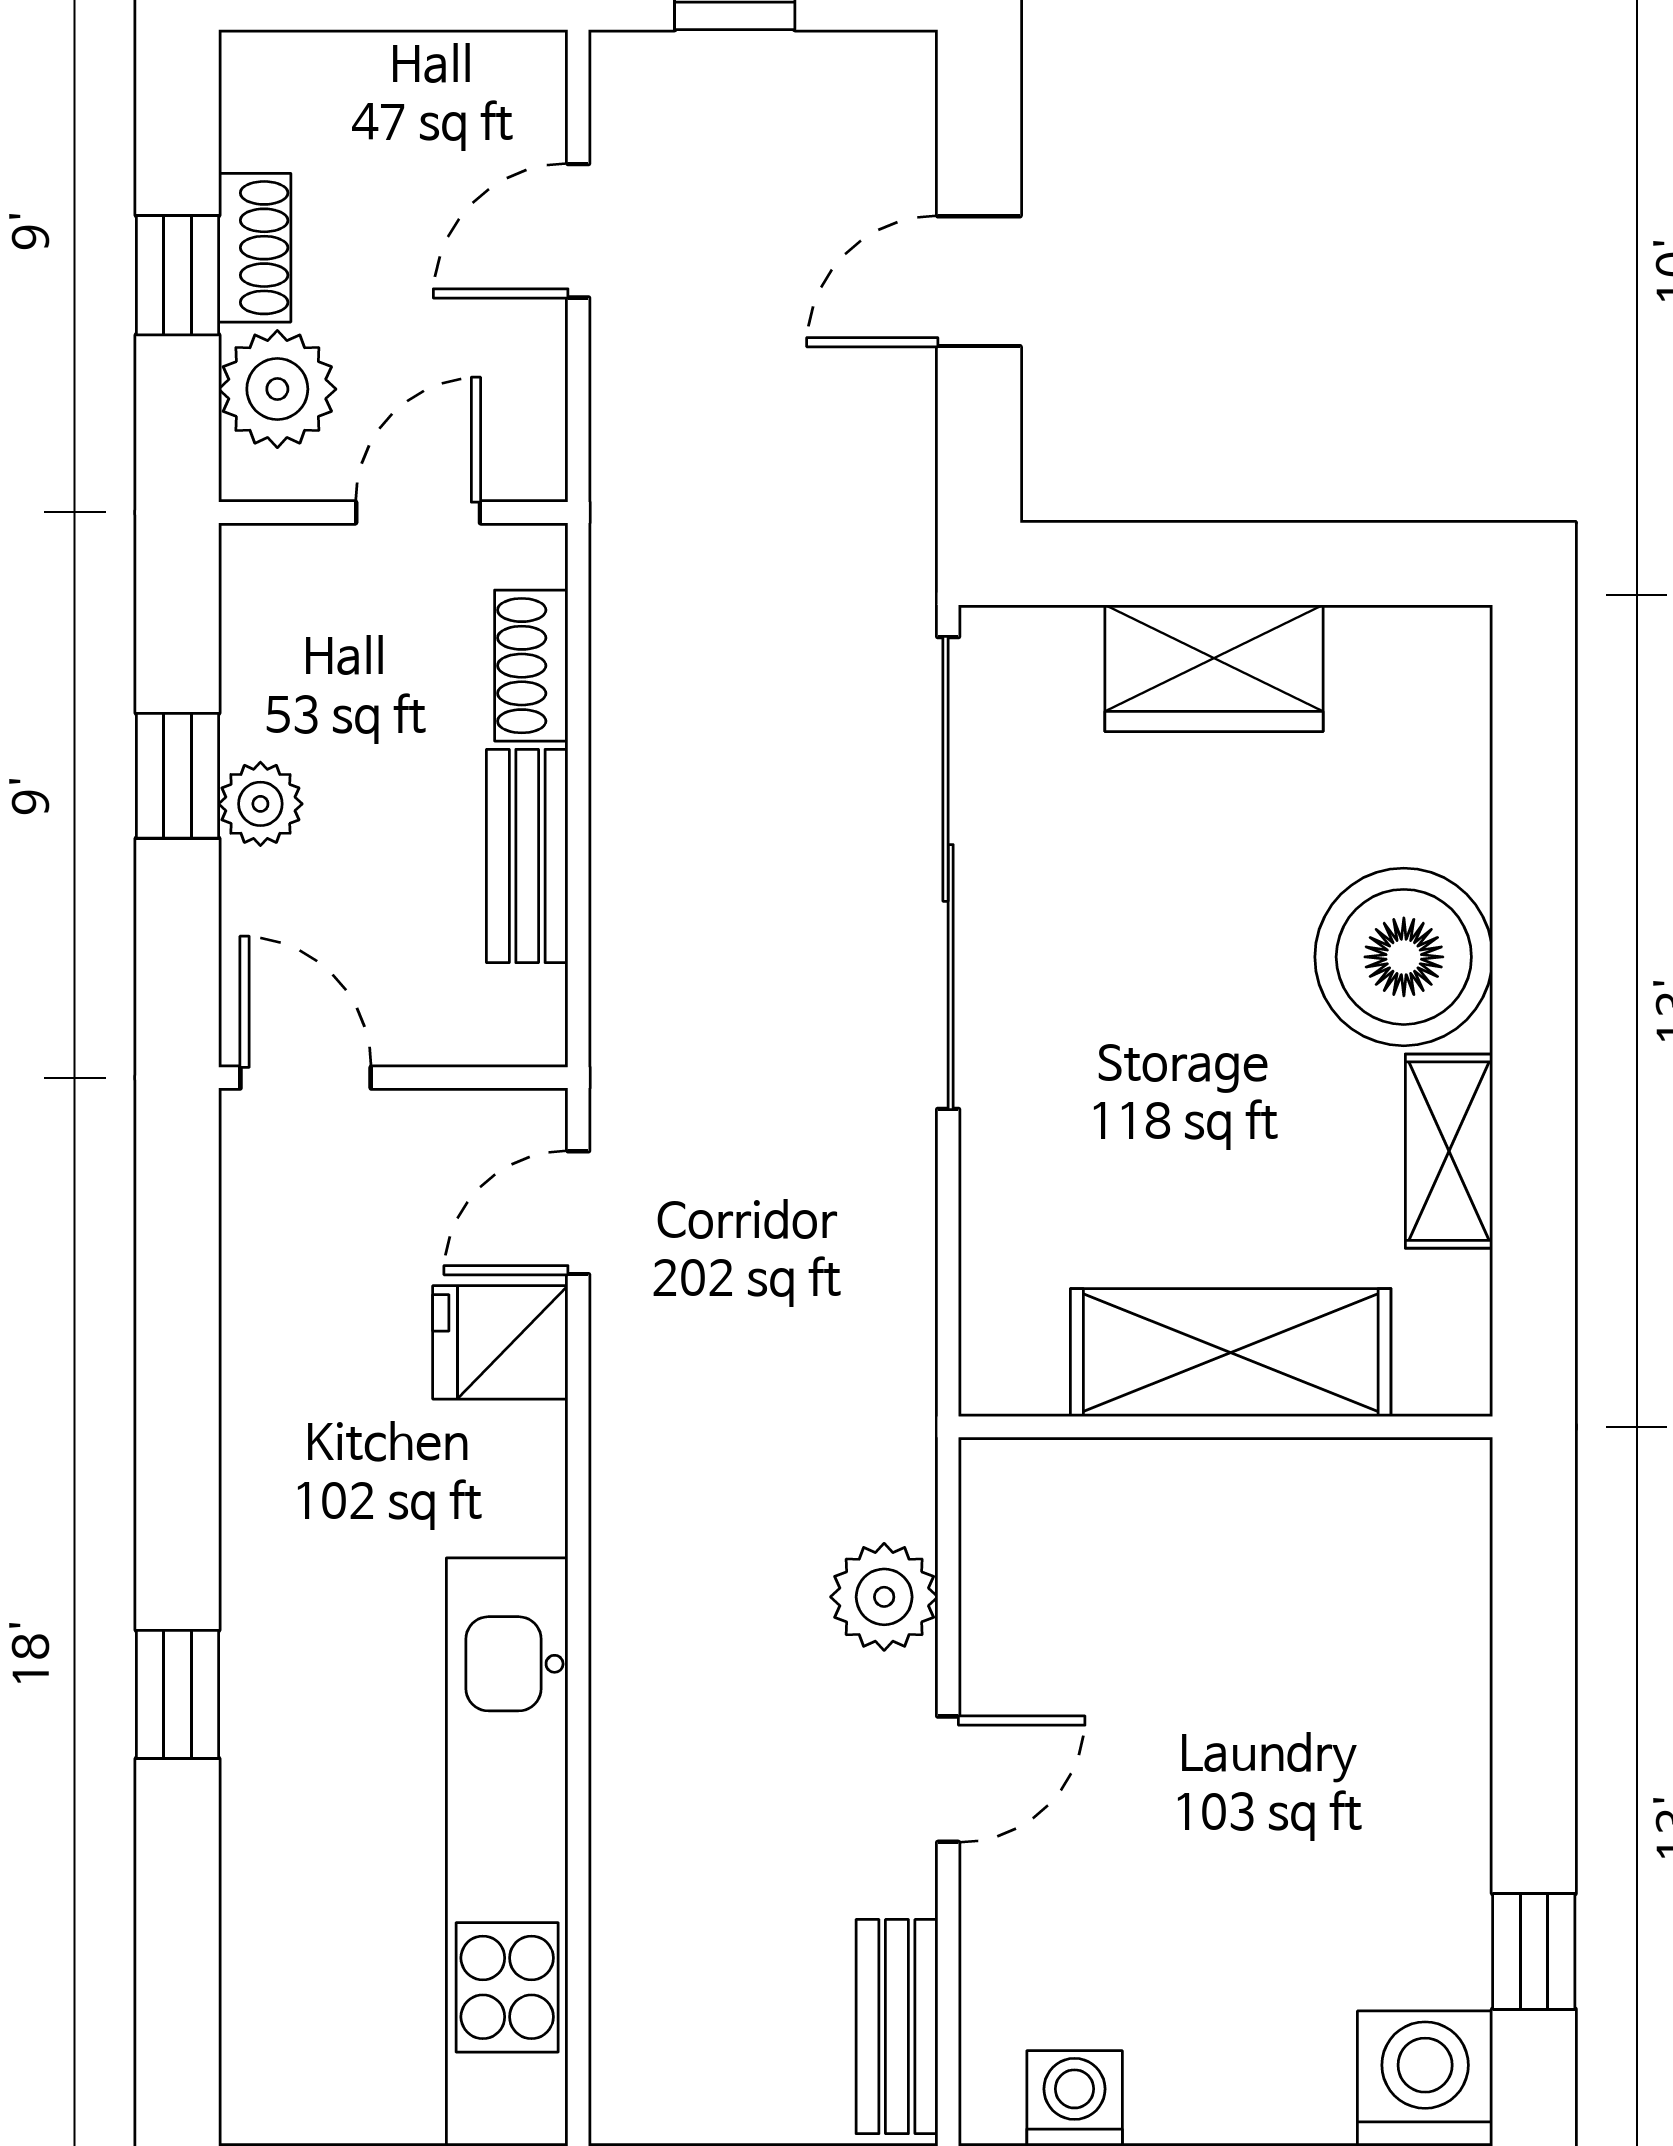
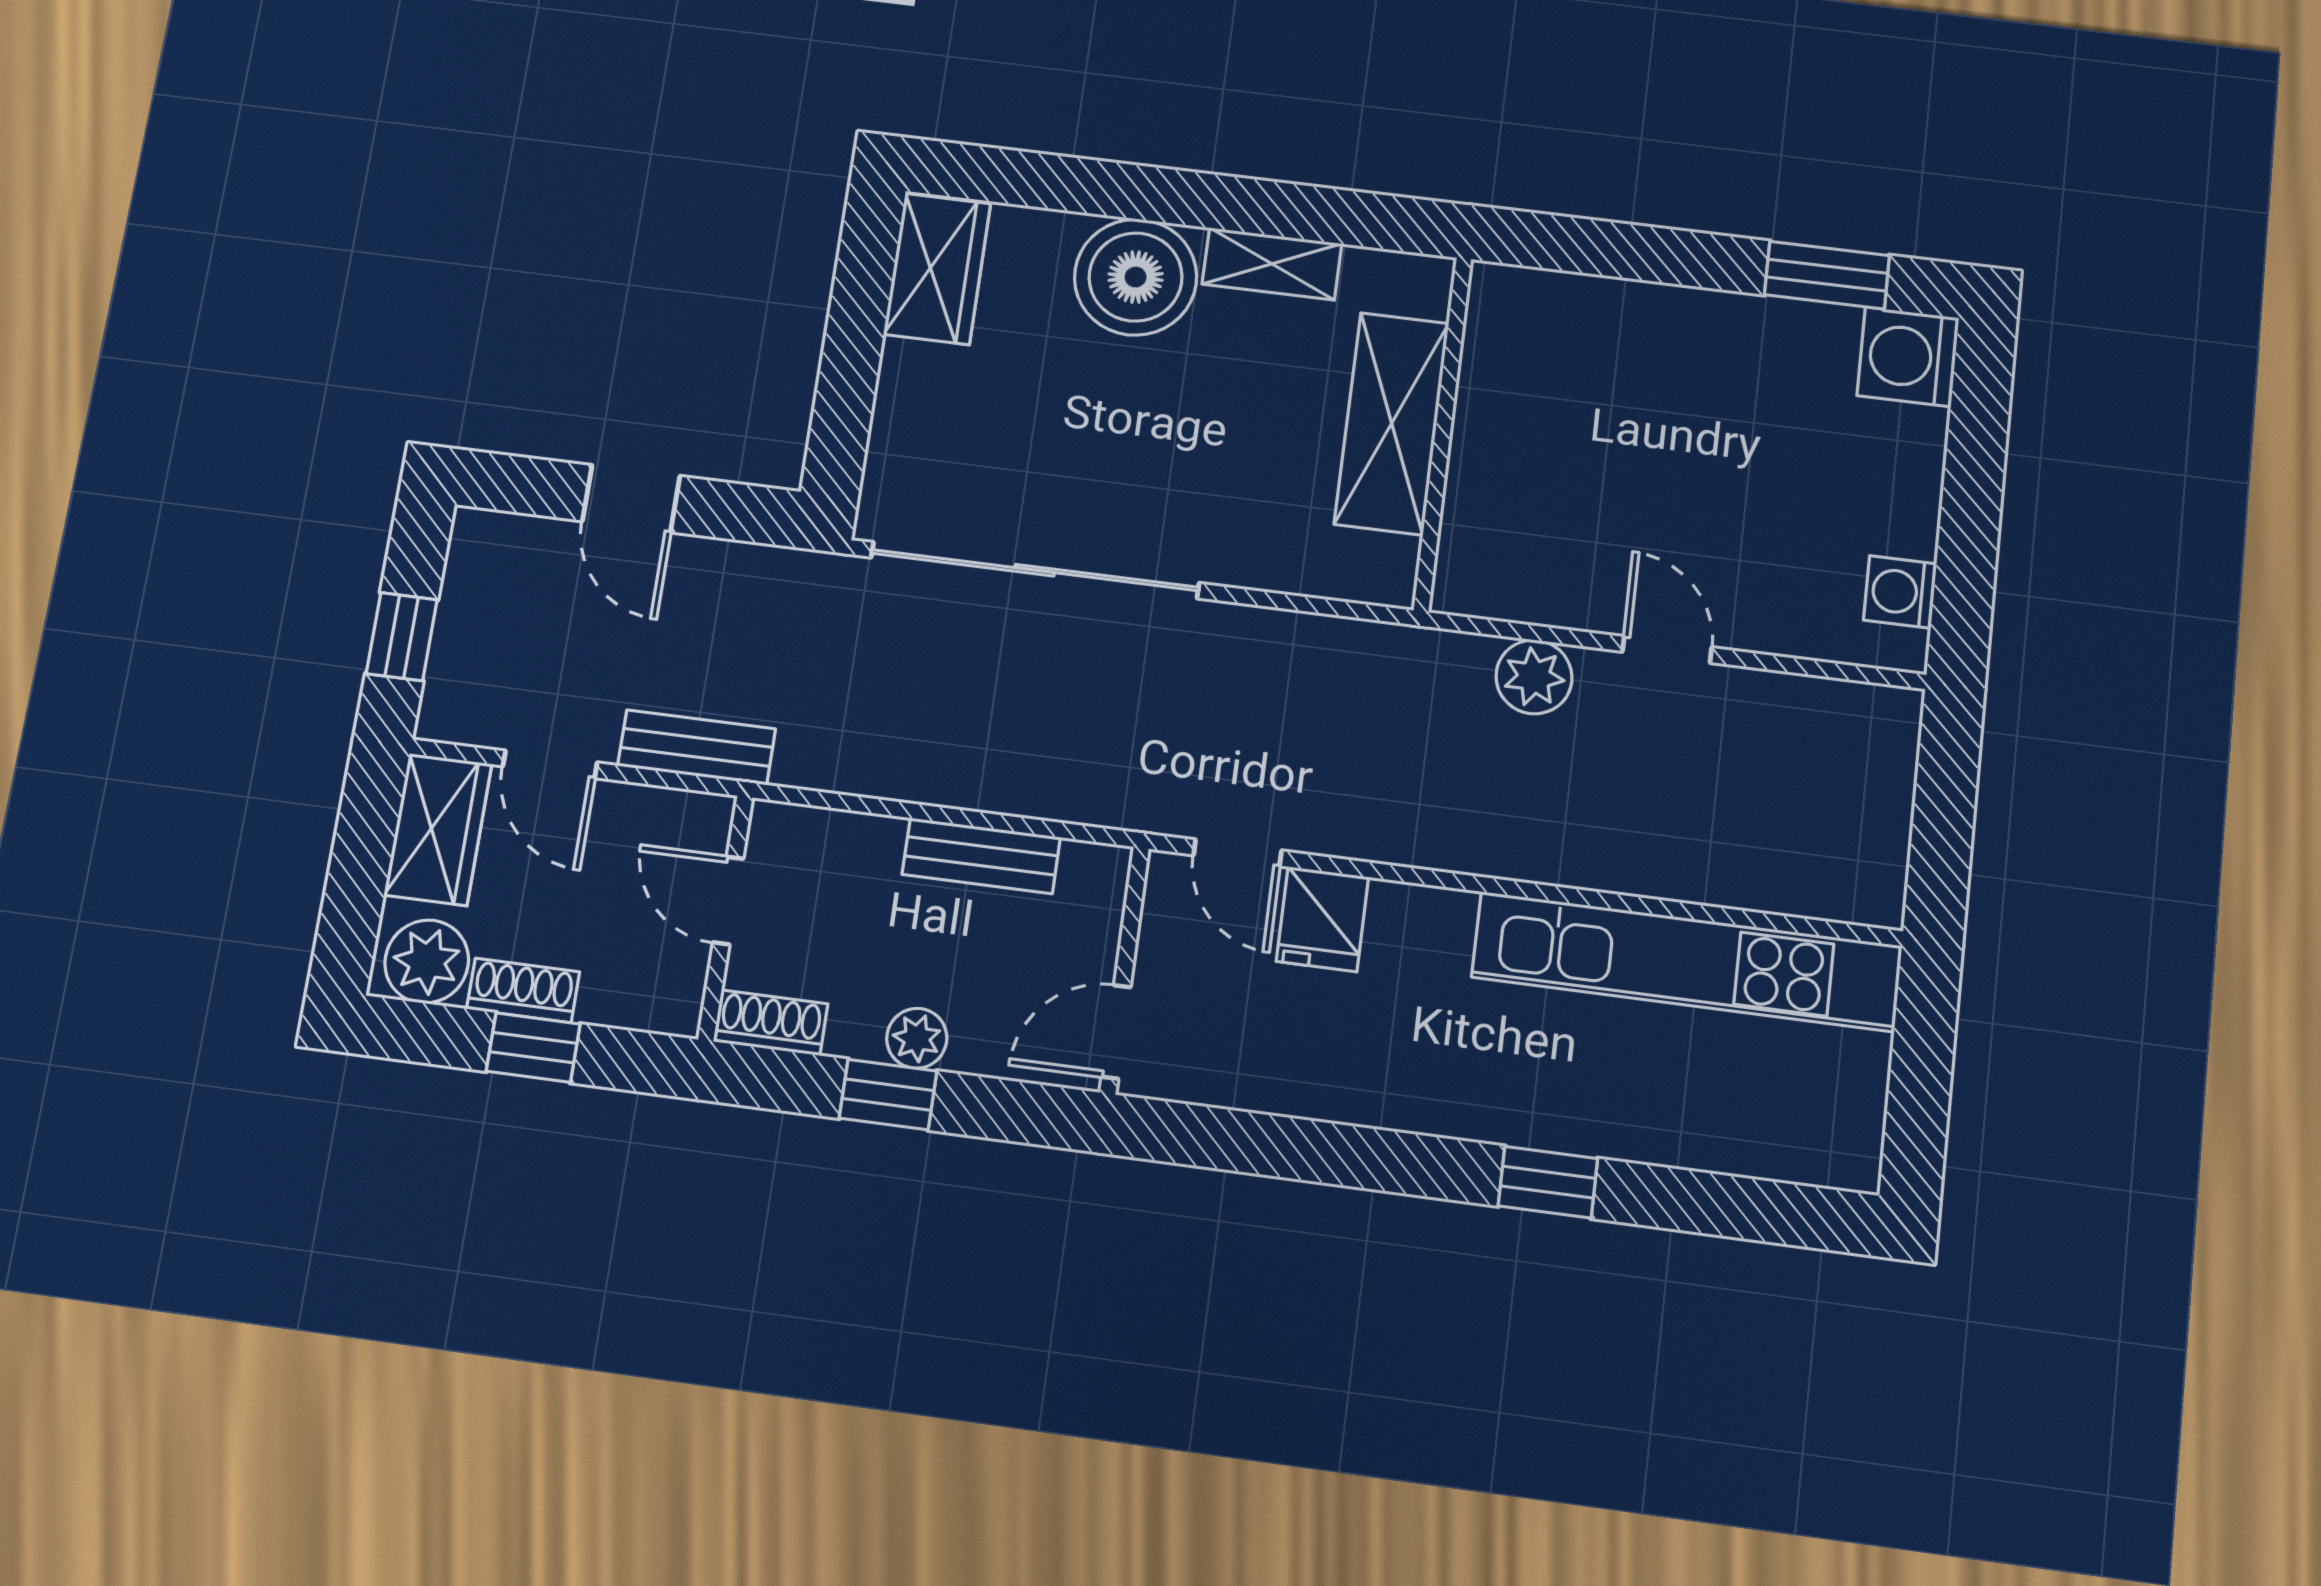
wardrobe: (465, 89) -> (438, 829), added
plant: (277, 389) -> (427, 962), moved
shoe rack: (531, 666) -> (770, 1023), moved, turned 180
wardrobe: (1214, 668) -> (937, 269), moved
window: (1534, 1951) -> (1827, 275), width x1.50
bench: (897, 2027) -> (697, 747), moved

